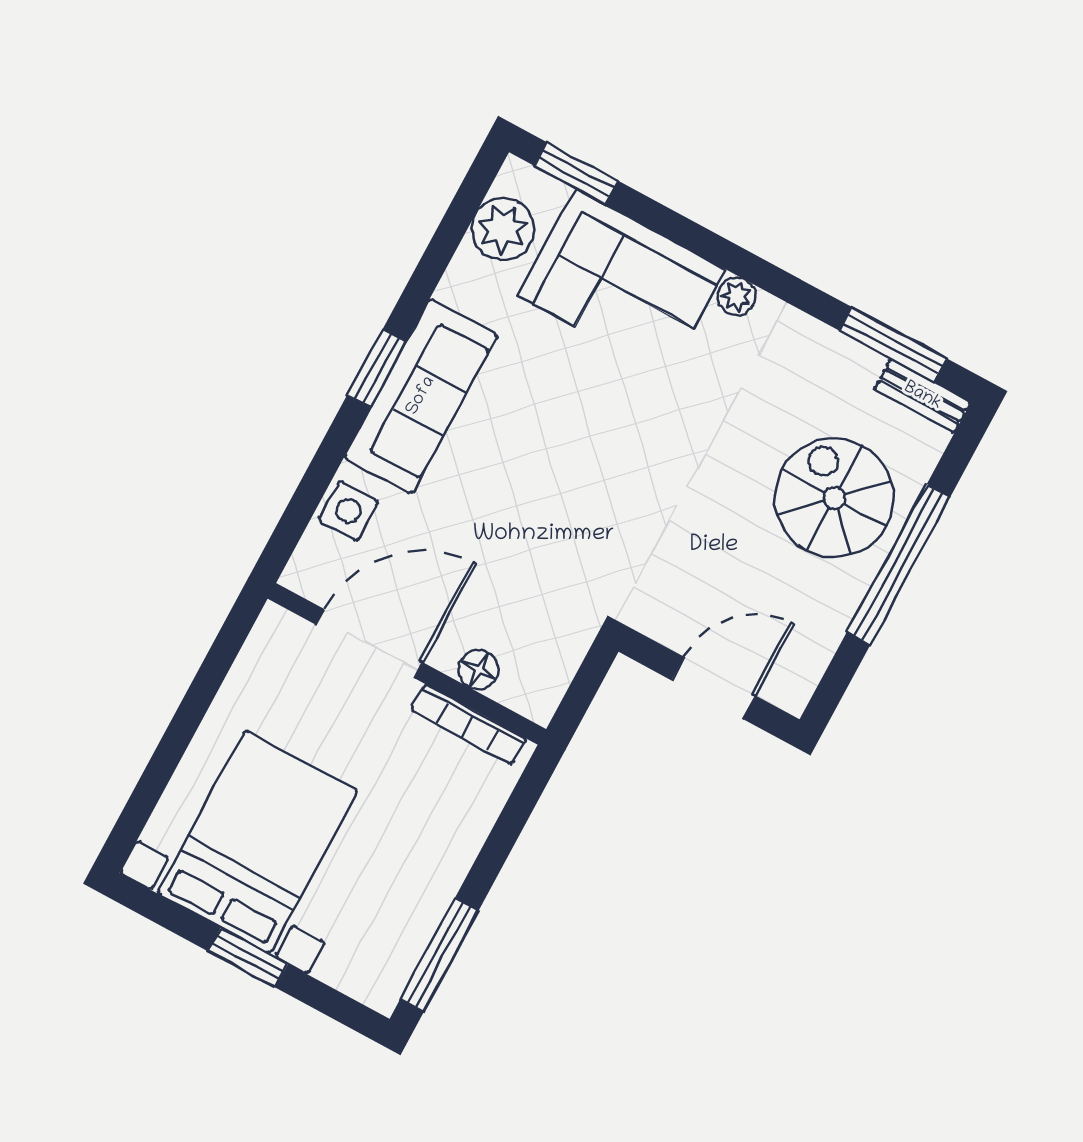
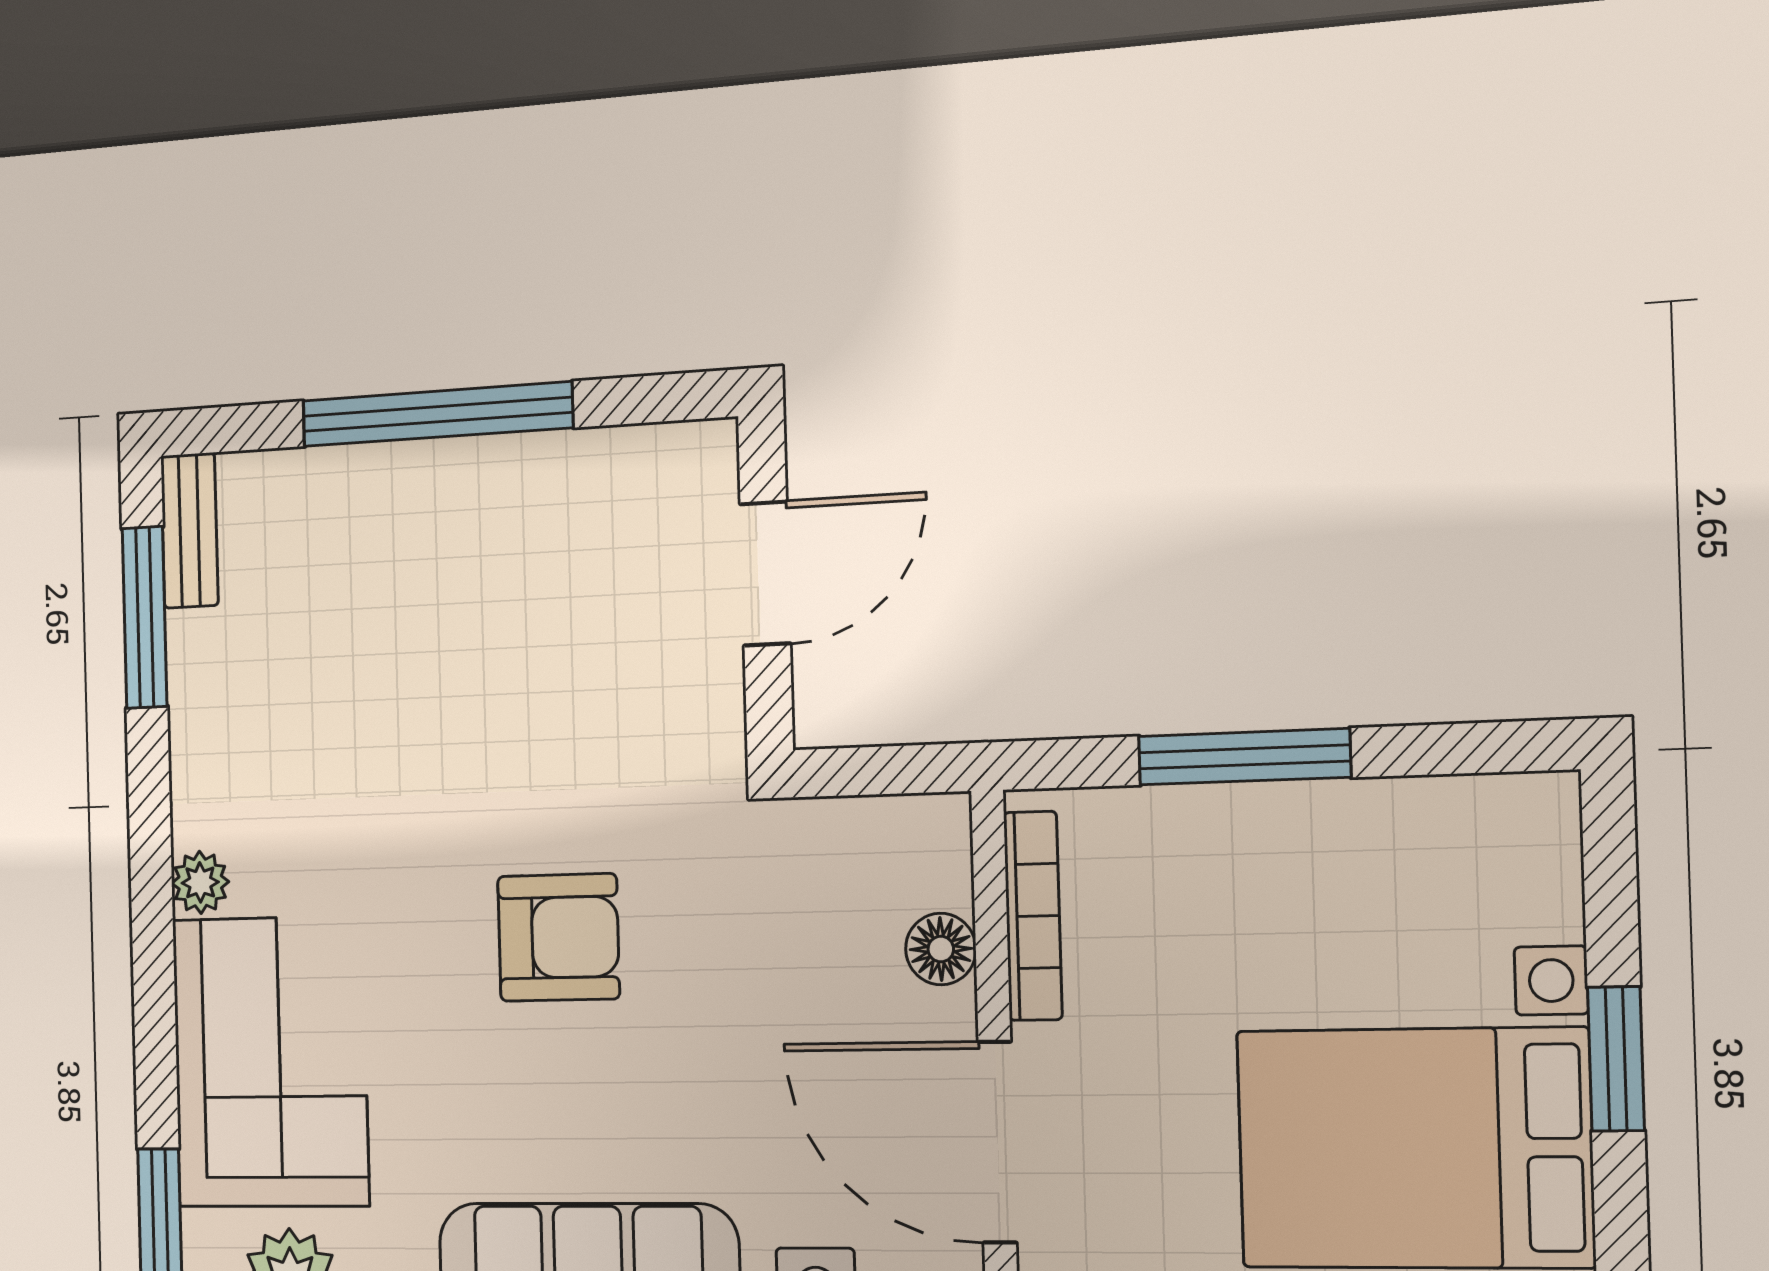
armchair: (596, 477) -> (558, 937), added
spiral stairs: (834, 498) -> (396, 567), removed
door: (714, 688) -> (765, 574), swing flipped
window: (439, 955) -> (1244, 757), moved

